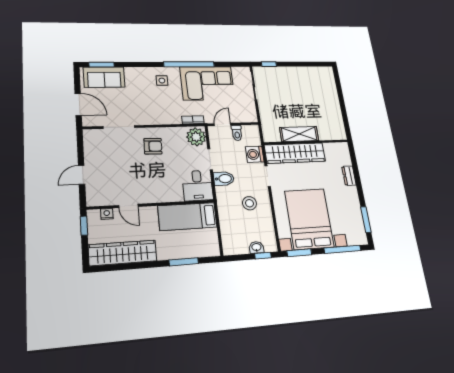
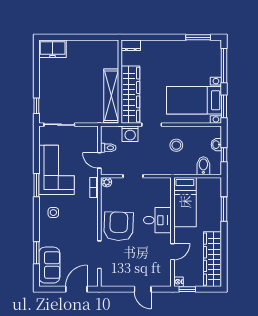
window: (102, 64) -> (36, 253), moved
window: (189, 64) -> (36, 185), width x0.47
freezer: (326, 78) -> (53, 49), added
shelving: (299, 134) -> (111, 96), width x1.47
plant: (196, 137) -> (107, 182), width x0.53, depth x0.53
armchair: (153, 146) -> (119, 226), width x1.88, depth x1.88
dresser: (349, 176) -> (131, 45), moved
bidet: (224, 179) -> (203, 166), moved
desk: (198, 186) -> (157, 220), moved
nightstand: (107, 214) -> (178, 282), moved
bed with nightstands: (309, 219) -> (194, 100), width x0.73
window: (263, 256) -> (224, 155), moved

